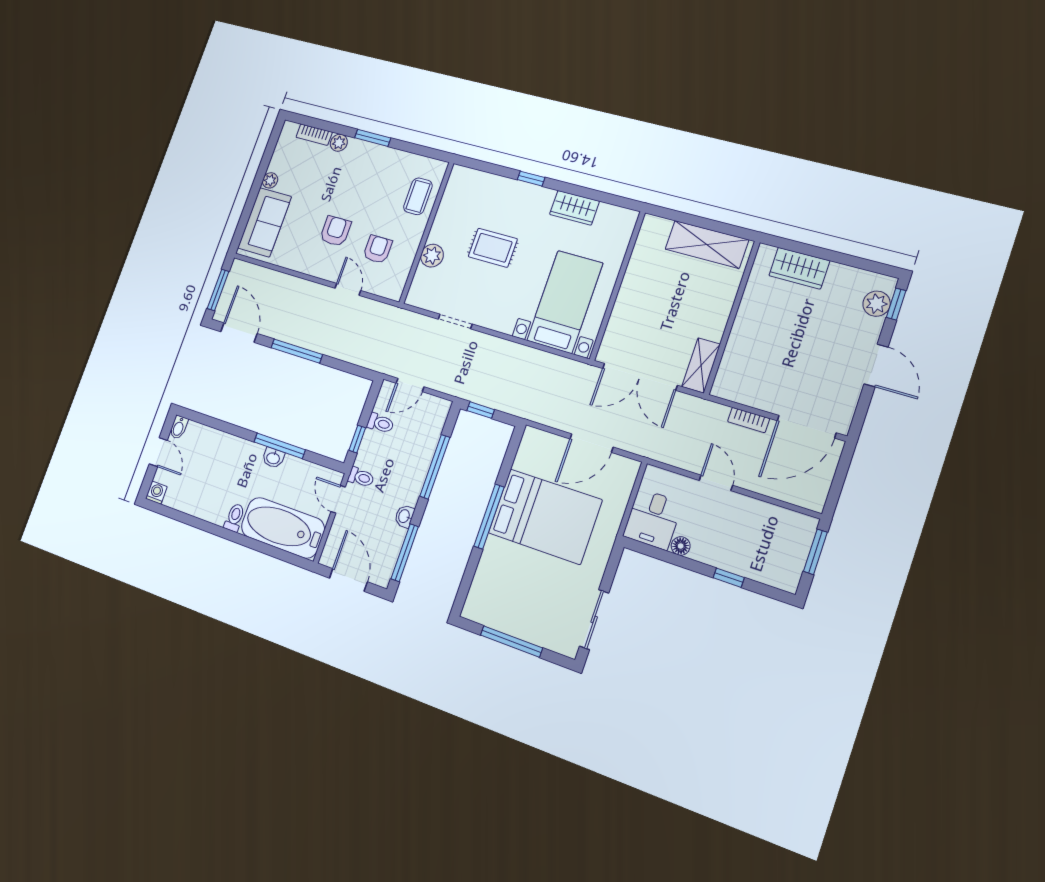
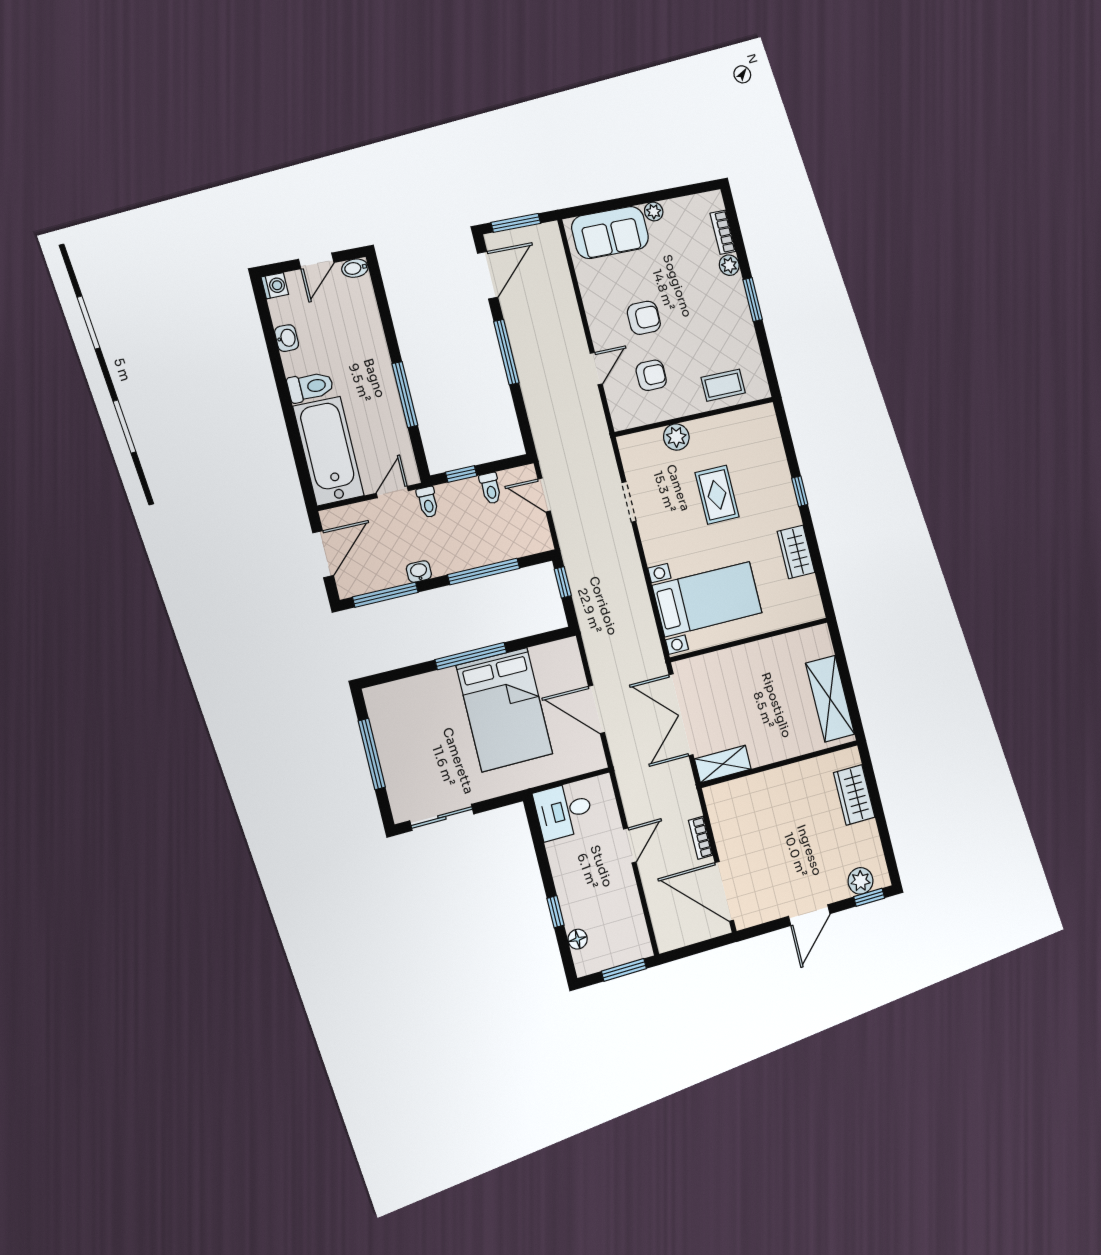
washbasin: (273, 458) -> (287, 338), moved, turned 180
toilet: (235, 518) -> (310, 387), width x1.37, depth x1.39
floor lamp: (681, 546) -> (578, 939), moved

